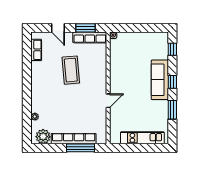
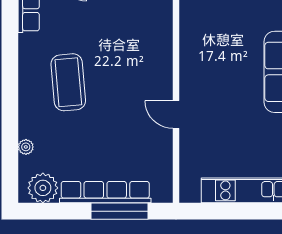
coffee table: (71, 70) -> (68, 82), moved
door: (108, 101) -> (176, 115), swing flipped

